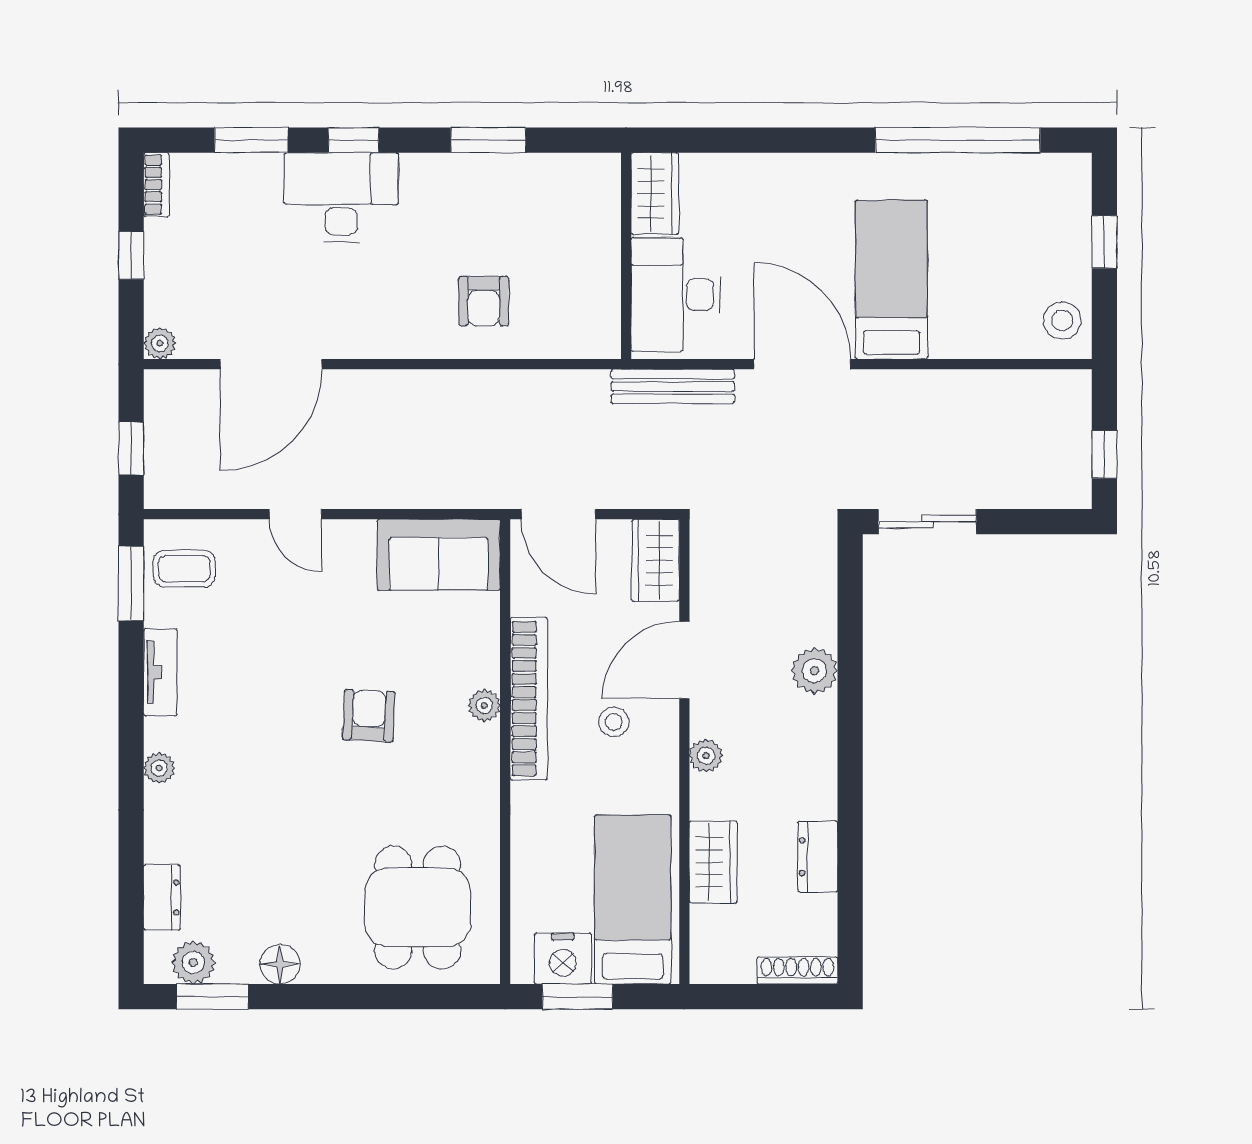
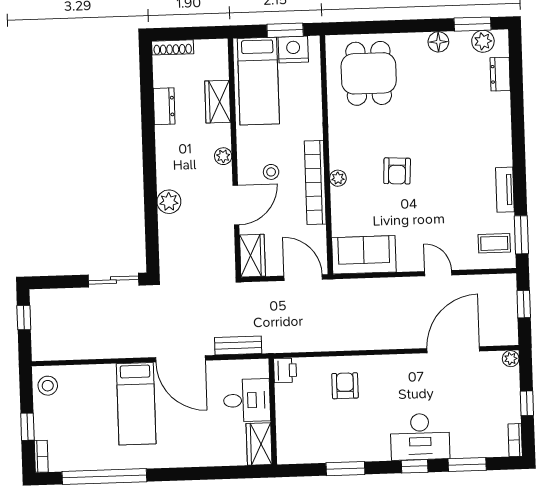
bookcase: (1079, 184) -> (41, 456), added
desk: (676, 295) -> (247, 400), width x0.73
printer: (599, 335) -> (285, 370), added
bench: (673, 386) -> (238, 345), width x0.73
plant: (159, 768) -> (504, 141), removed

